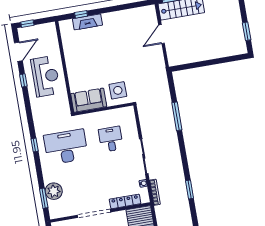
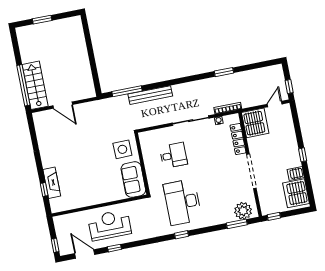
window: (247, 31) -> (42, 20), moved
window: (177, 116) -> (127, 91), moved
bench: (169, 118) -> (150, 95), added
desk: (111, 139) -> (173, 155), turned 180
plant: (54, 191) -> (243, 211), moved

